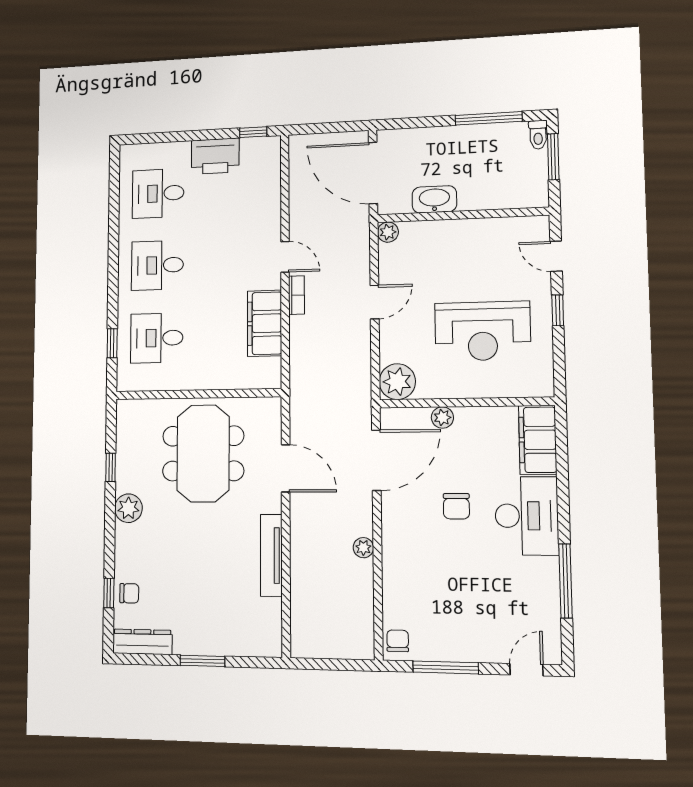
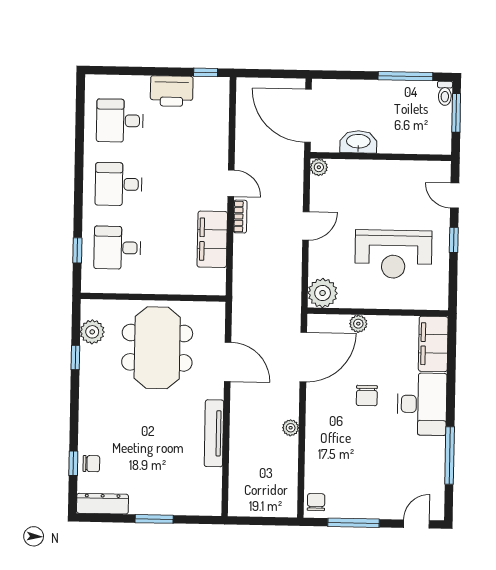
plant: (128, 508) -> (92, 332), moved

